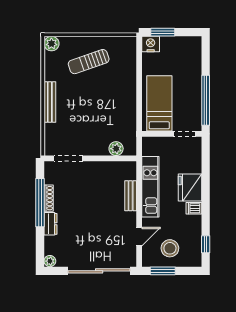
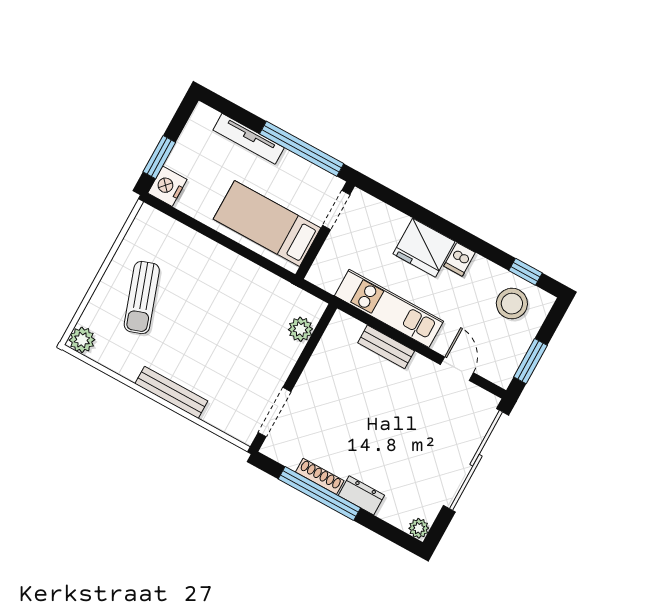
tv unit: (196, 71) -> (249, 139), added
stool: (170, 248) -> (512, 304), moved

